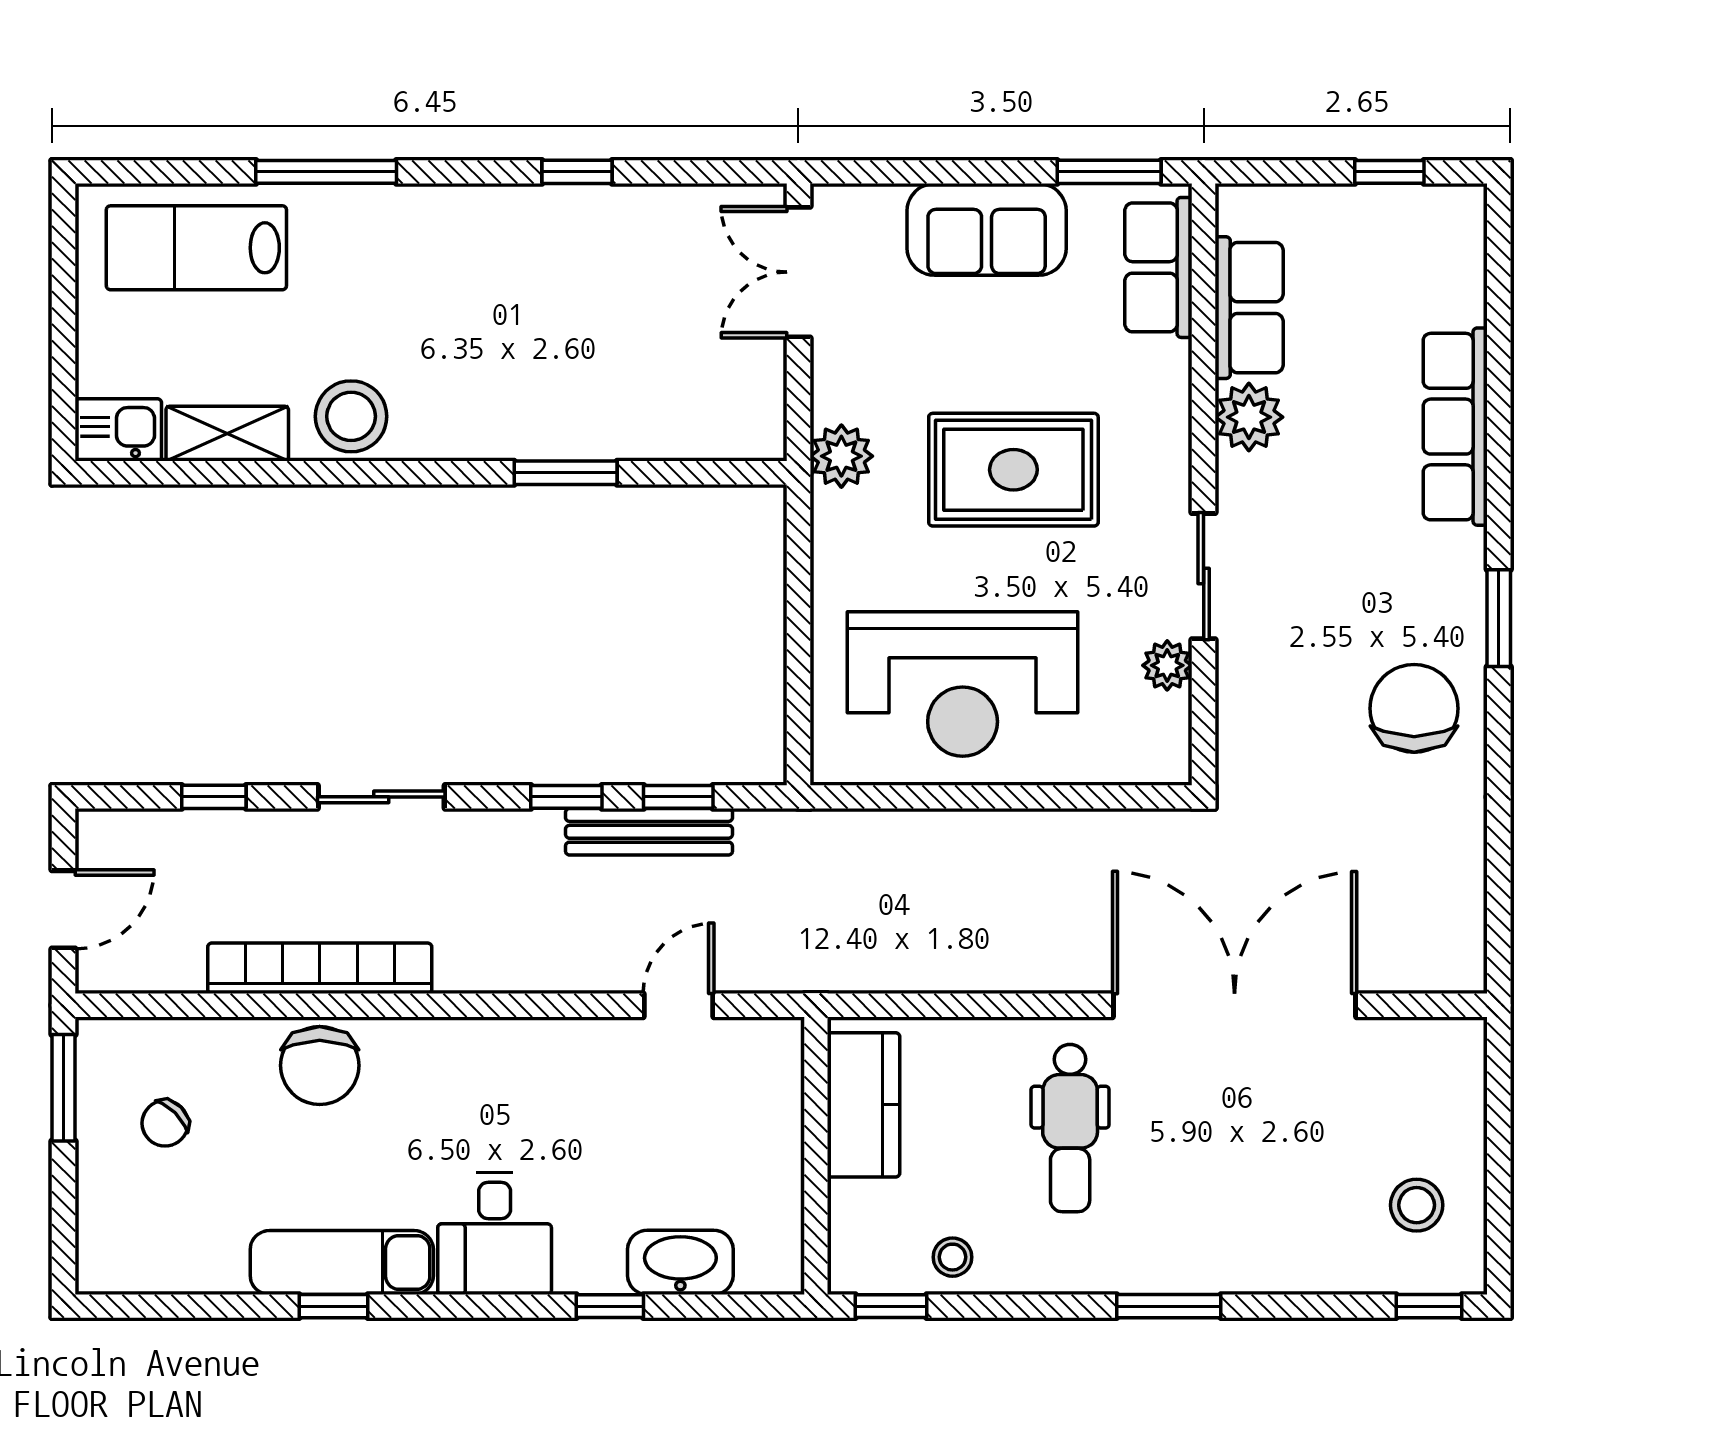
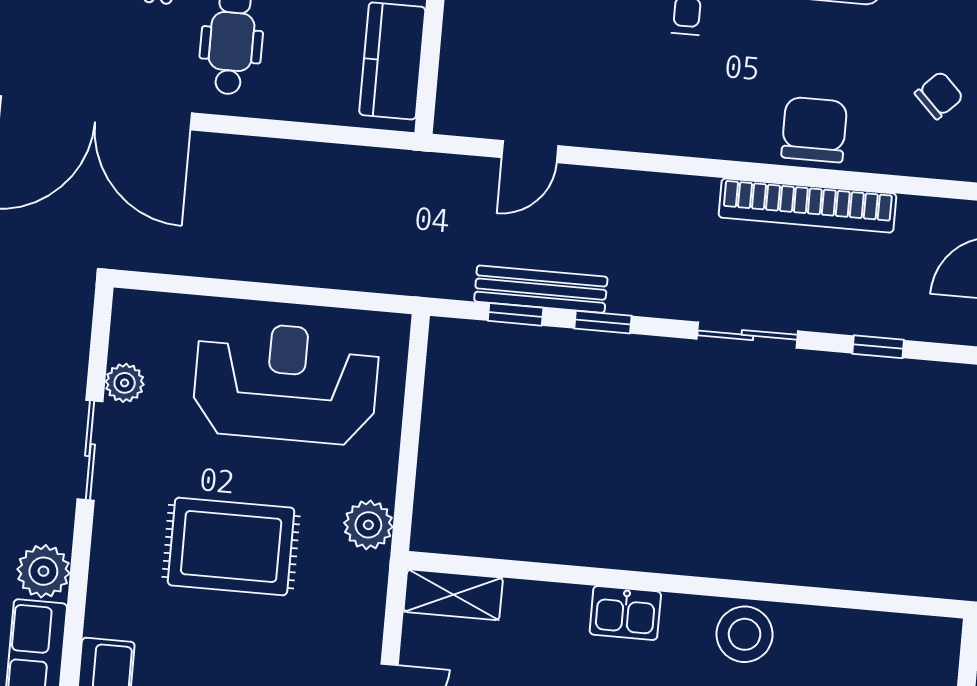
kitchen sink: (118, 430) -> (625, 613), moved
shelving: (227, 434) -> (453, 595), moved
plant: (841, 456) -> (368, 525), moved
window: (566, 473) -> (581, 575), removed

